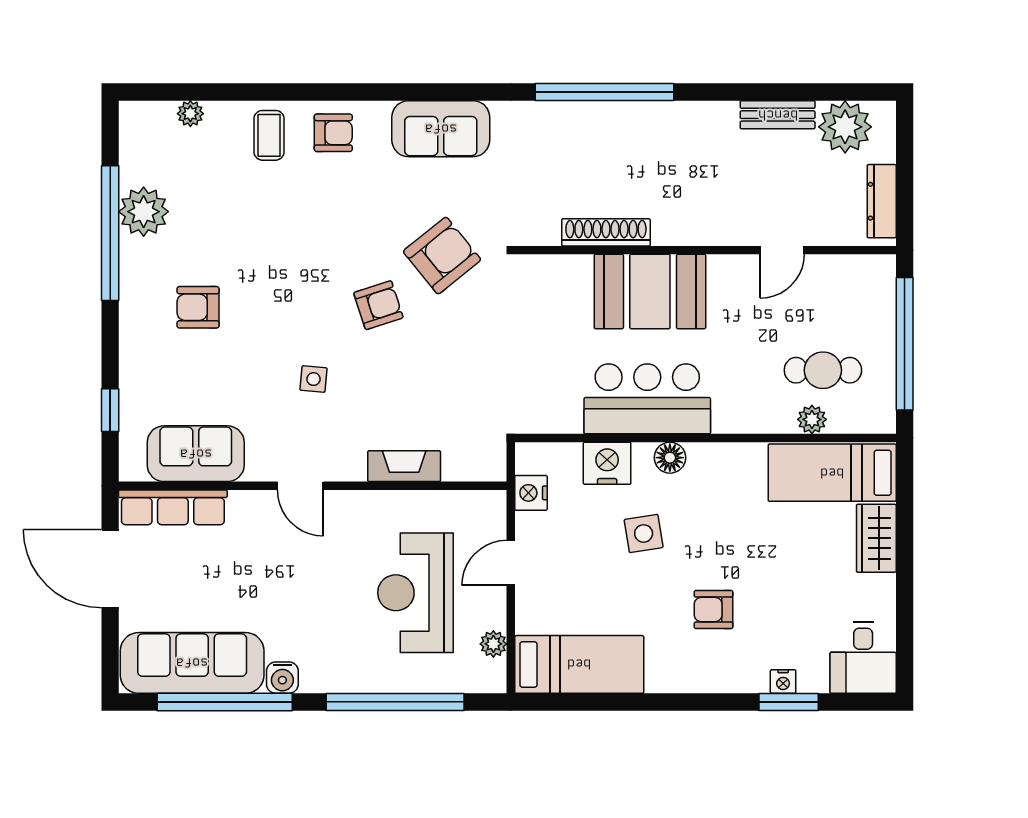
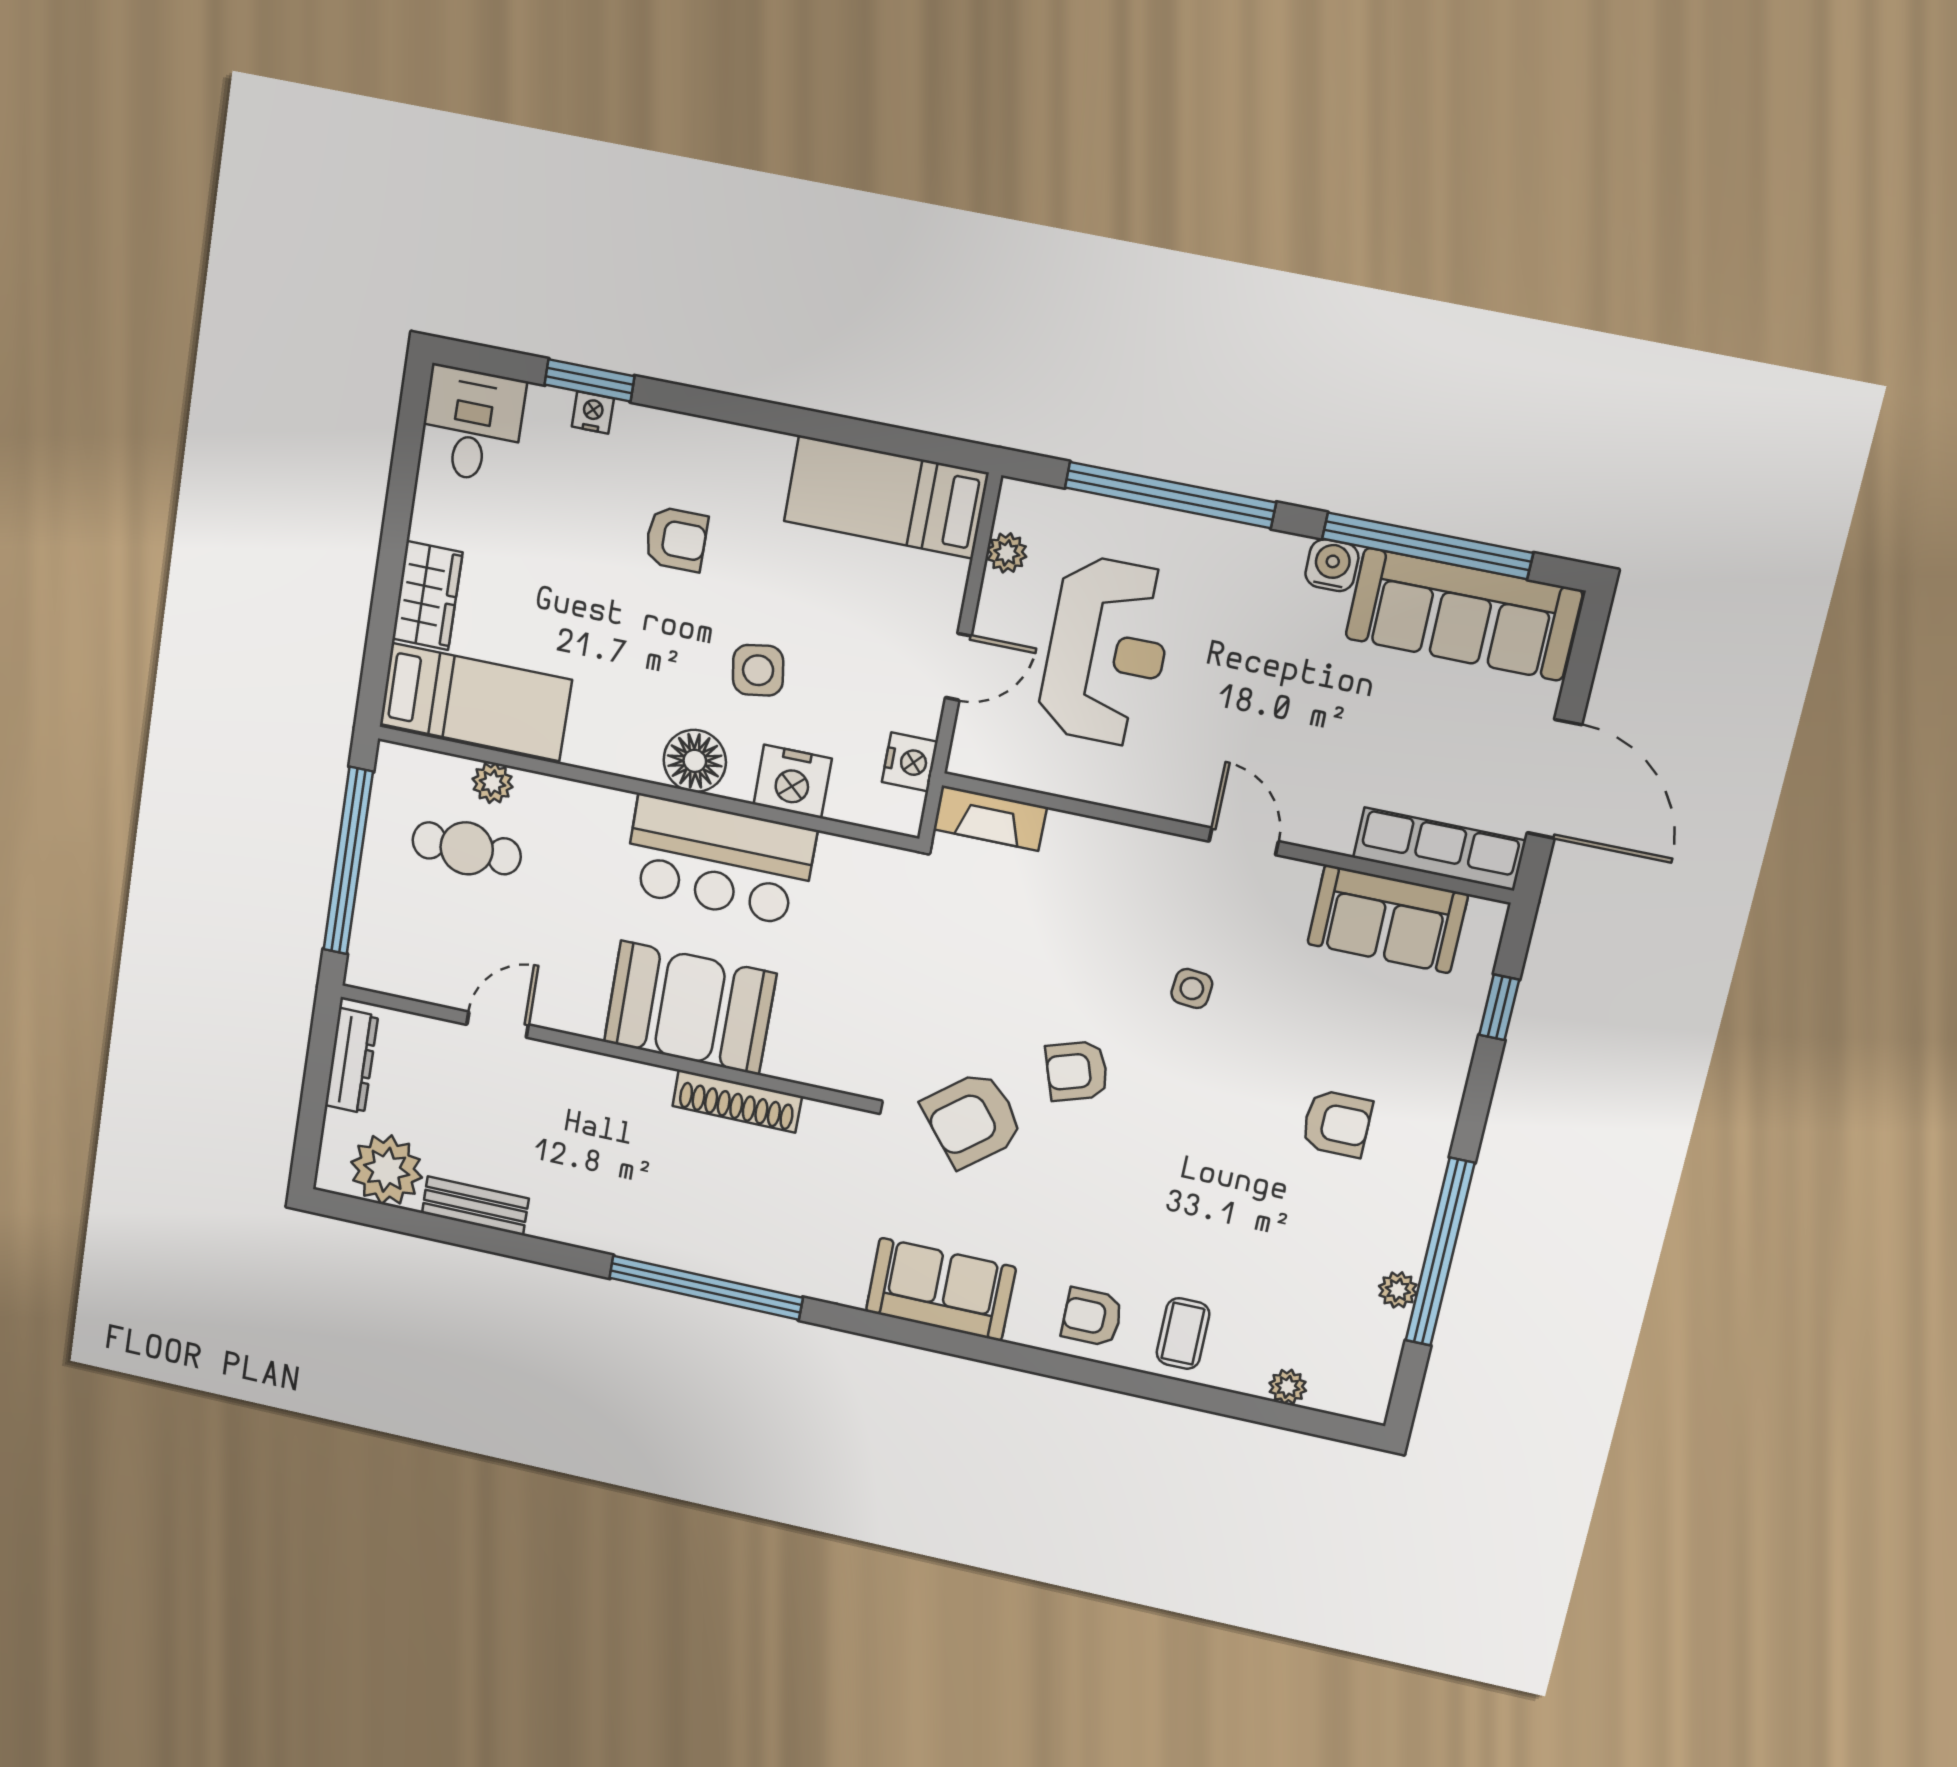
plant: (144, 212) -> (1398, 1290), width x0.53, depth x0.53
floor lamp: (670, 458) -> (695, 761), width x1.38, depth x1.38
fireplace: (404, 466) -> (990, 818), moved

